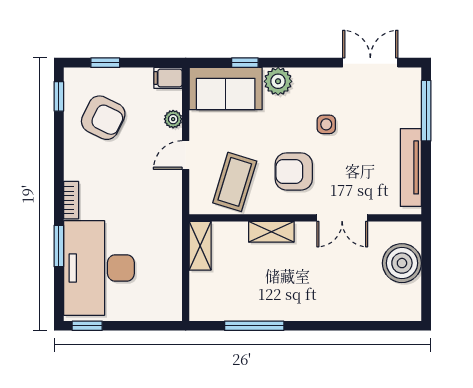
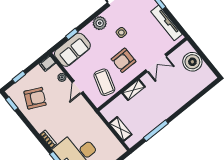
plant: (278, 81) -> (100, 23), moved
shelving: (200, 246) -> (121, 129), moved

